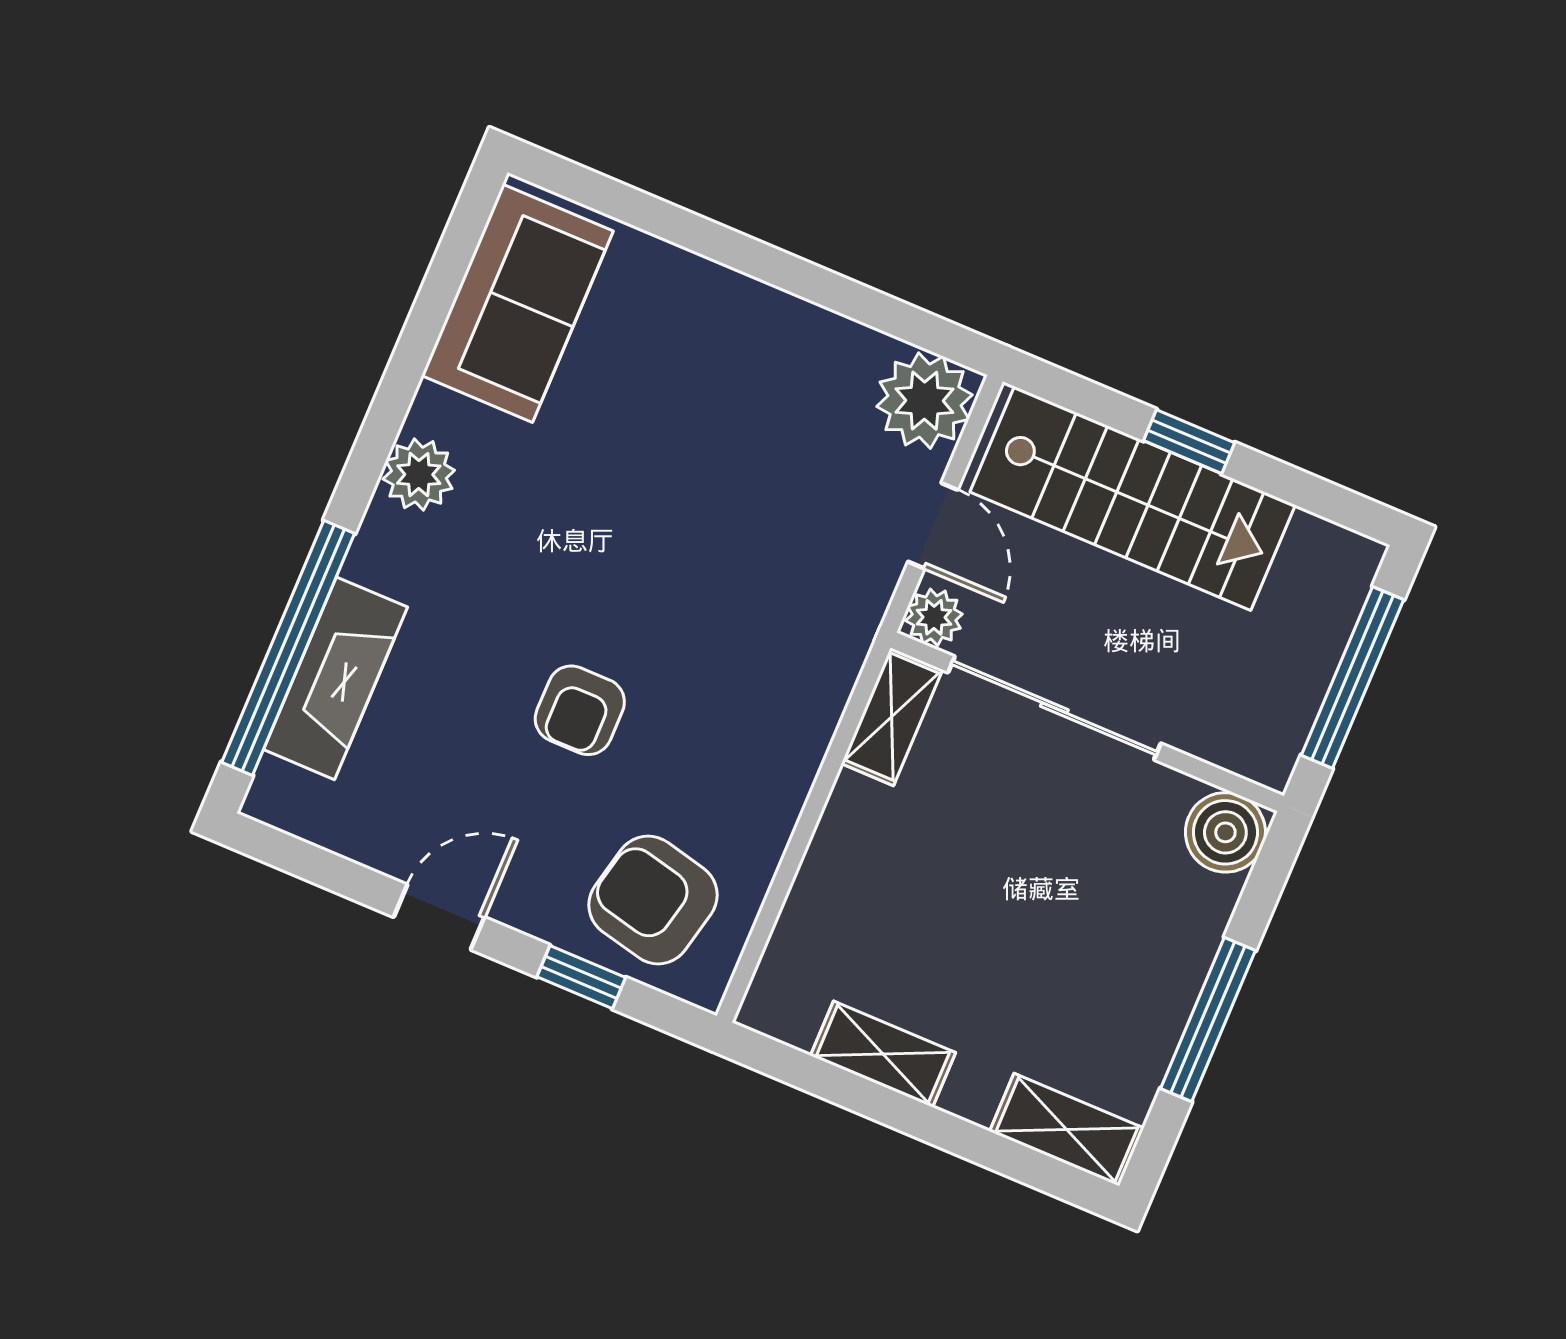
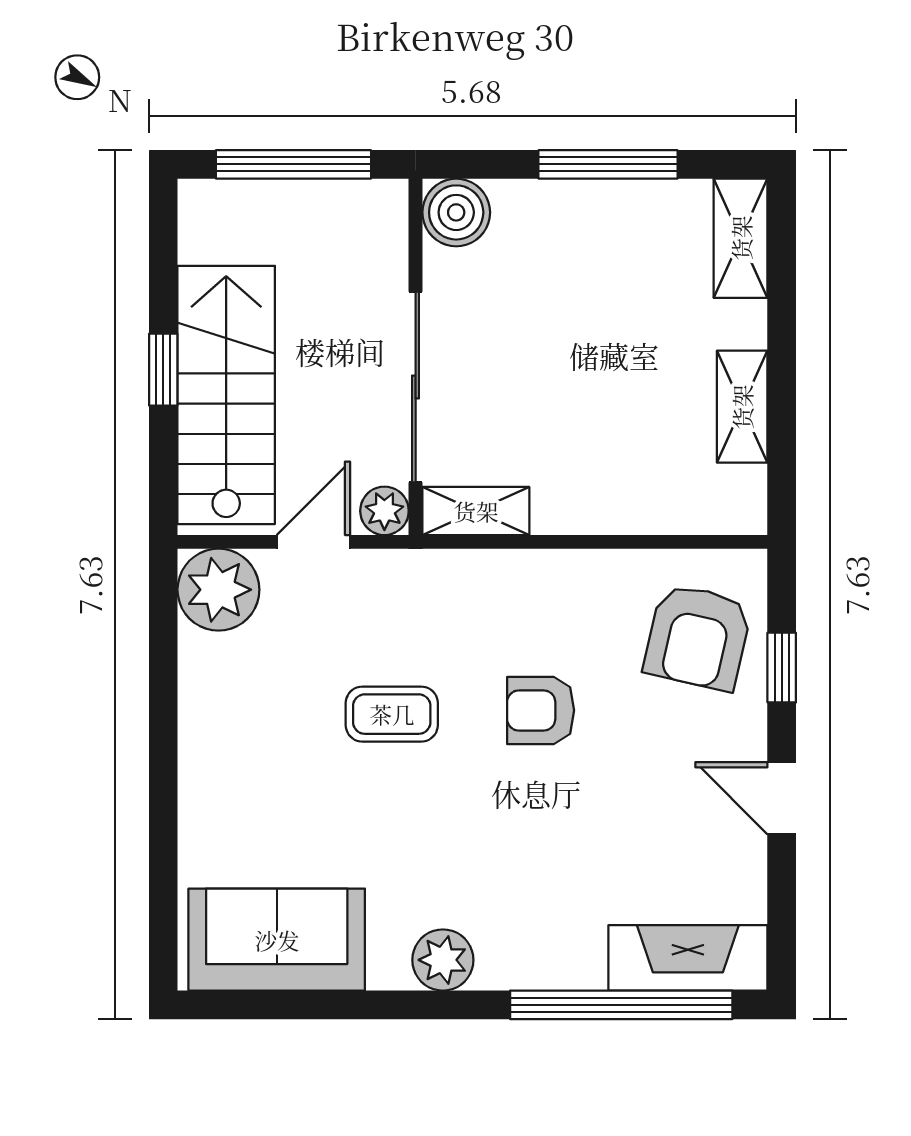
coffee table: (710, 532) -> (392, 714), added
fireplace: (335, 678) -> (688, 958), moved
armchair: (580, 710) -> (541, 710), moved, turned 180

